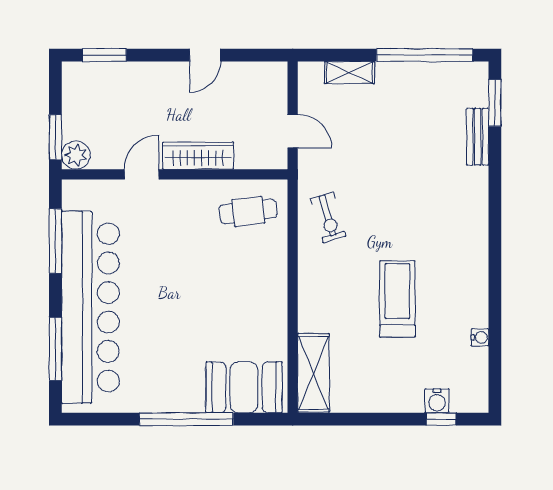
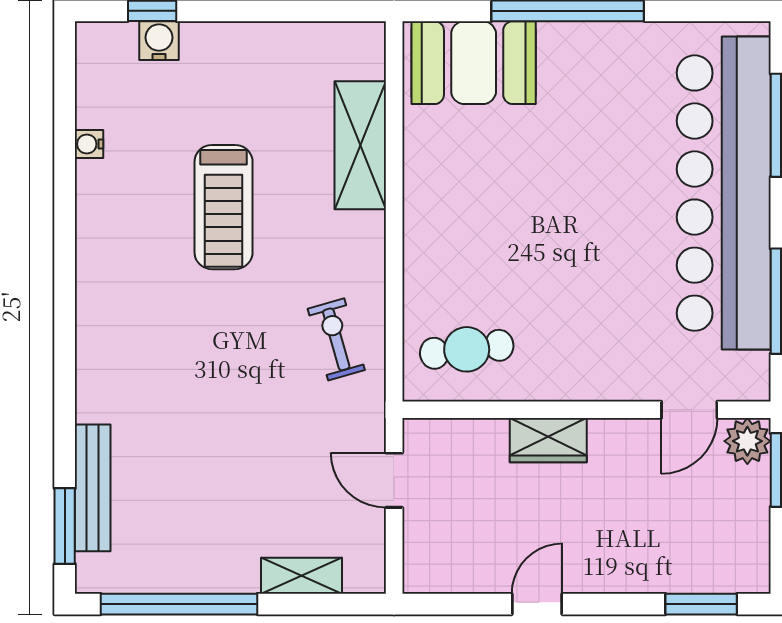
bench: (478, 137) -> (93, 488), width x1.36
wardrobe: (198, 156) -> (548, 440), width x0.67
door: (142, 174) -> (689, 410), moved
shelving: (313, 373) -> (360, 145), moved

